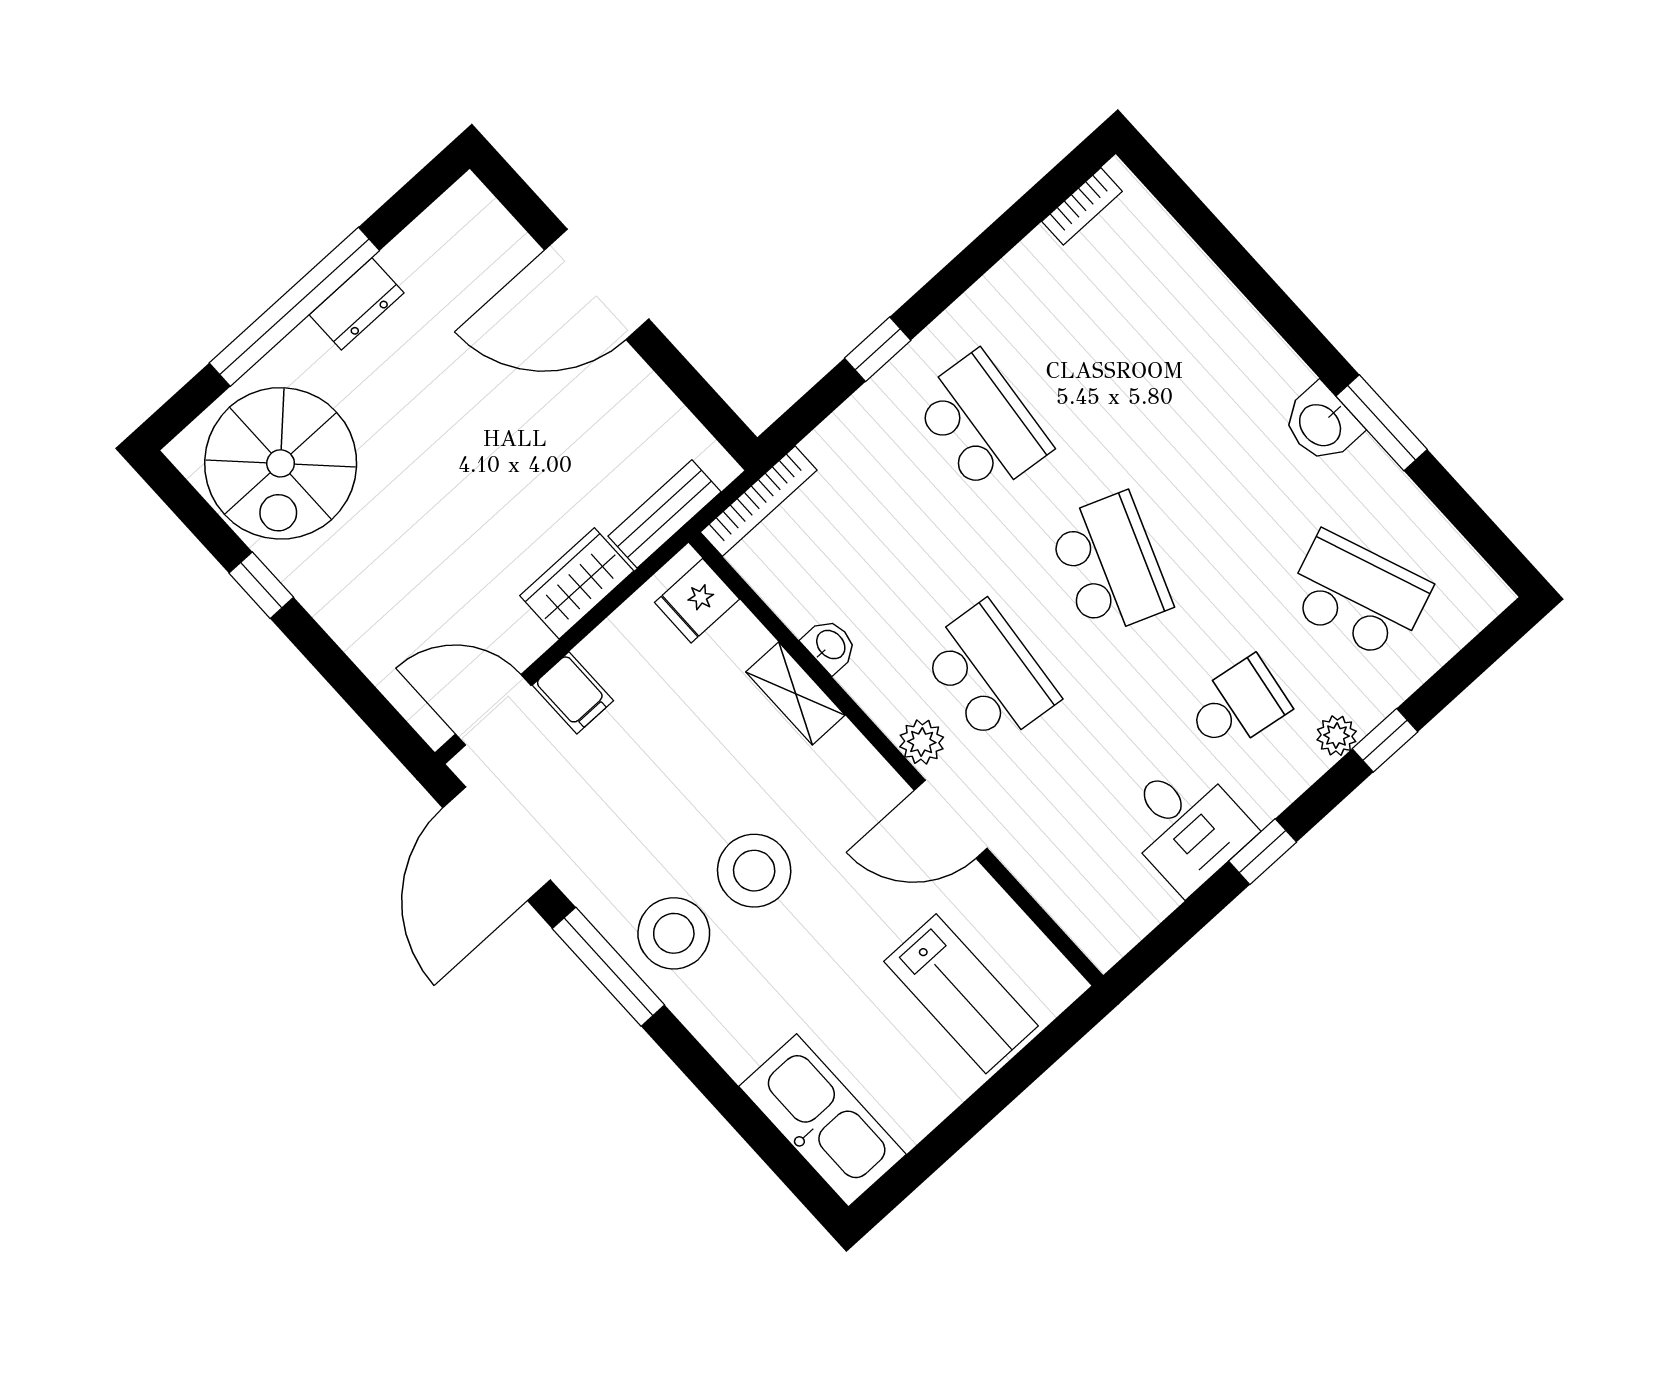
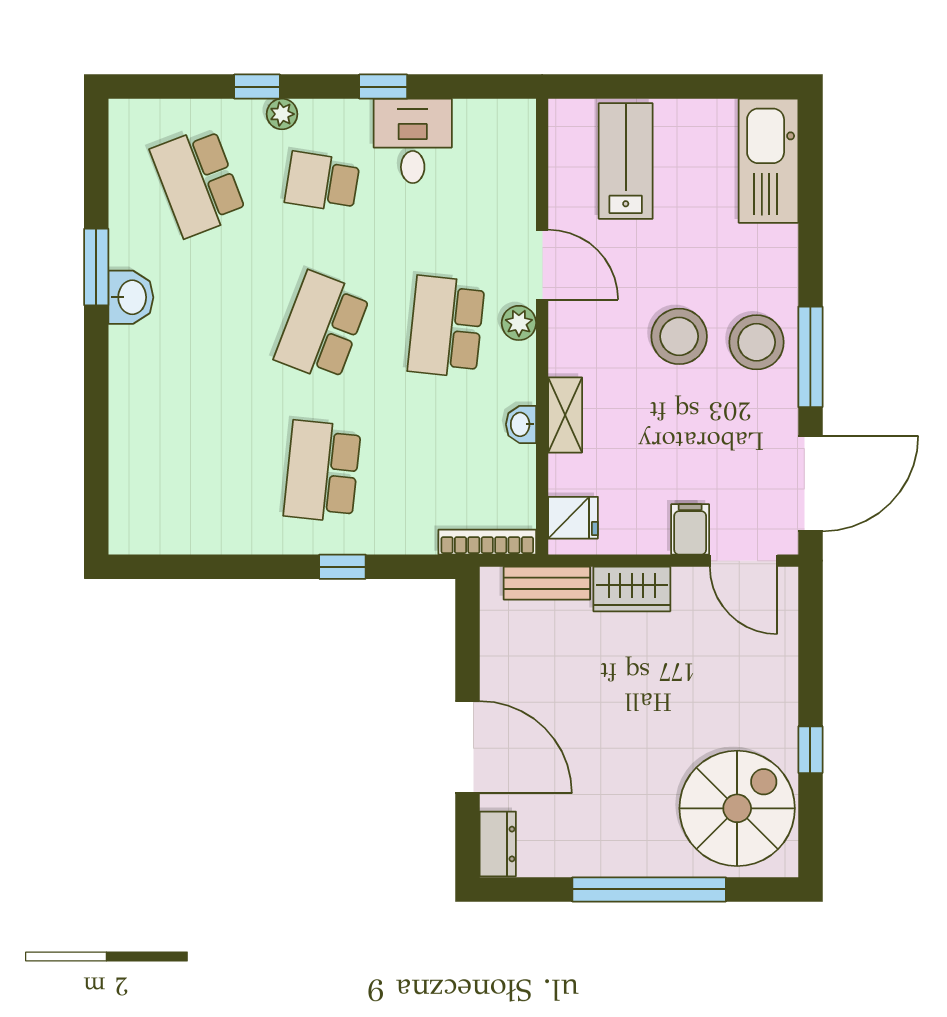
bookcase: (1082, 206) -> (154, 542), removed
dresser: (357, 304) -> (498, 844), moved, turned 90

